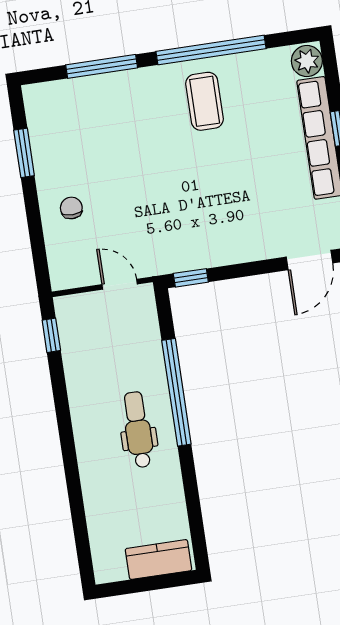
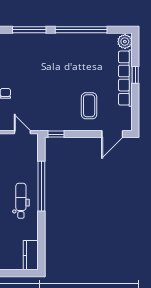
coffee table: (205, 101) -> (89, 106), moved
kitchen counter: (159, 560) -> (31, 255), moved, turned -90

